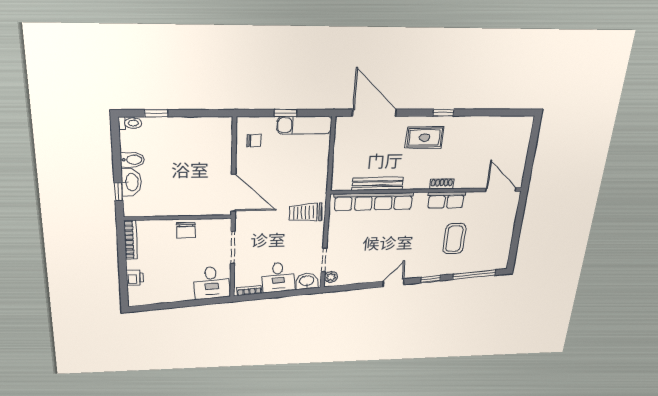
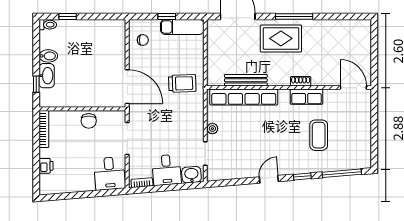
window: (443, 113) -> (294, 17), width x2.17
rug: (424, 138) -> (281, 38), width x1.36, depth x1.43
trolley: (306, 212) -> (182, 83), moved, turned 180
plant: (331, 277) -> (212, 129), moved

